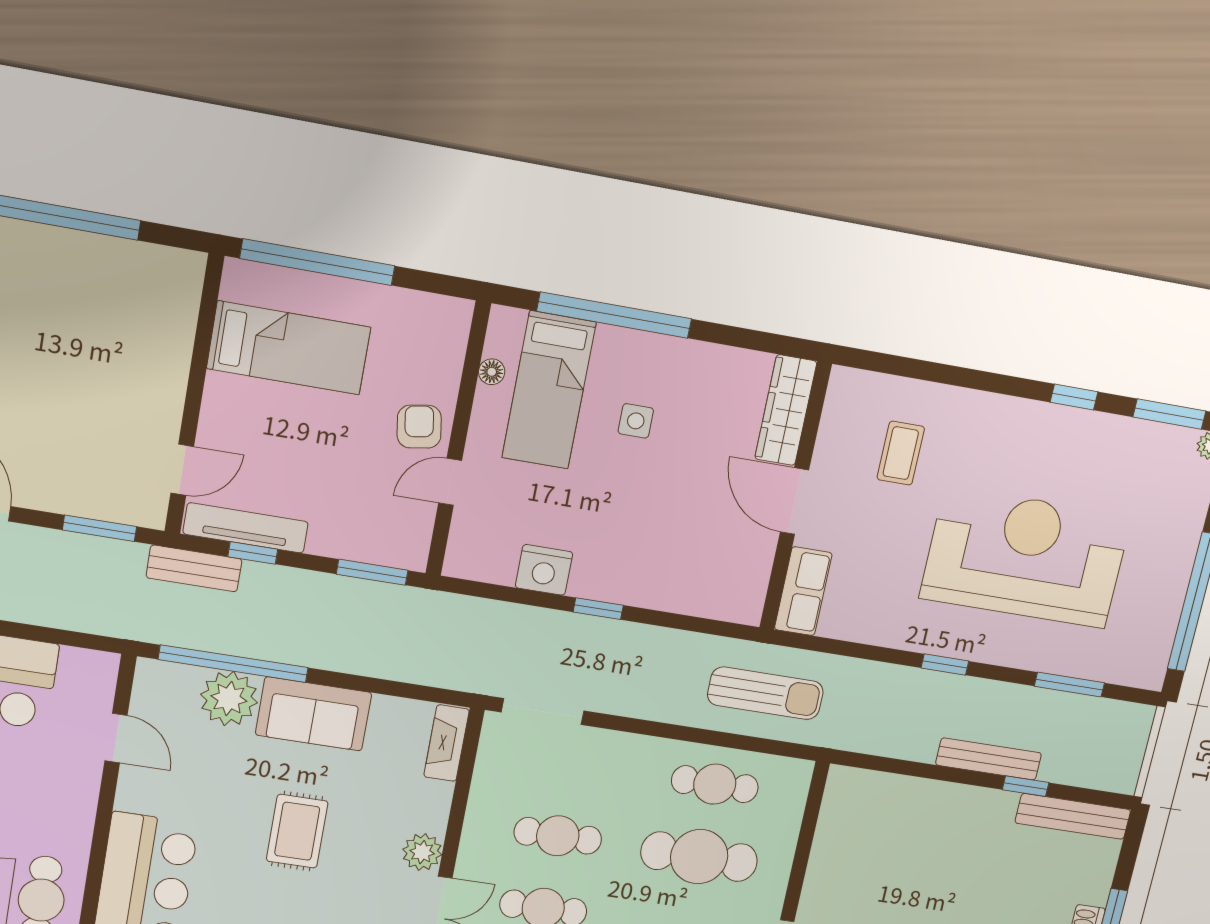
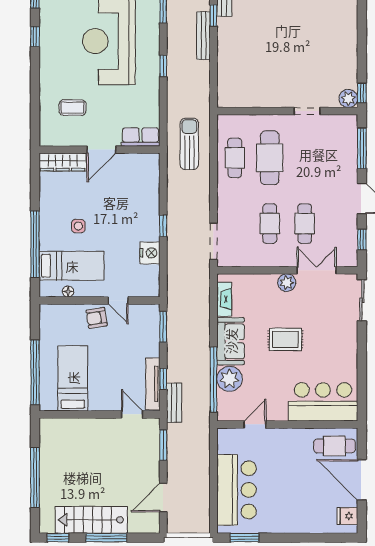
fireplace: (447, 743) -> (224, 299), moved, turned -90

